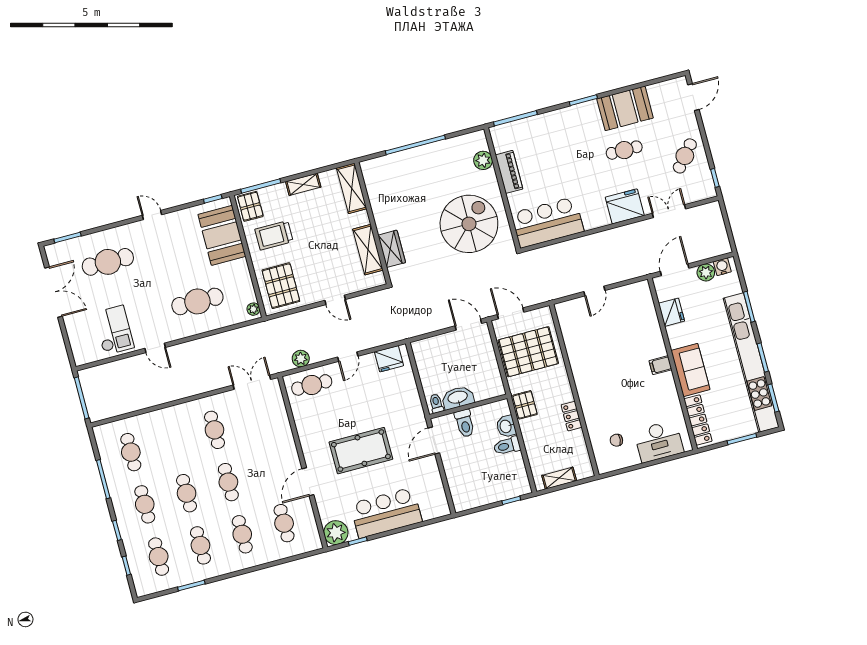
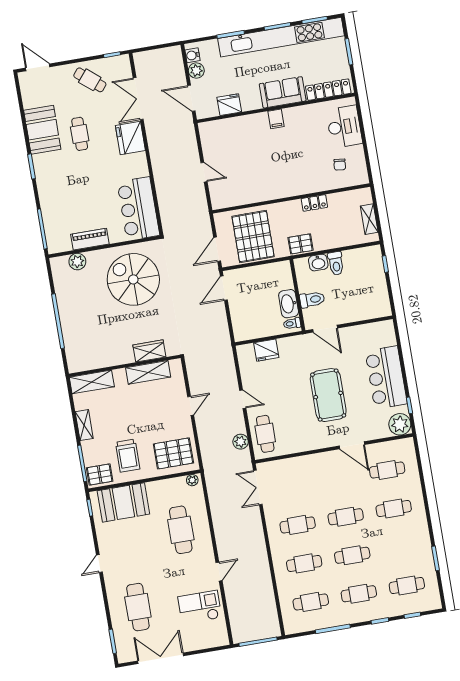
double door: (669, 211) -> (138, 99), width x1.37
fridge: (389, 359) -> (266, 350), moved, turned 90
cafe table: (200, 545) -> (304, 563), moved

